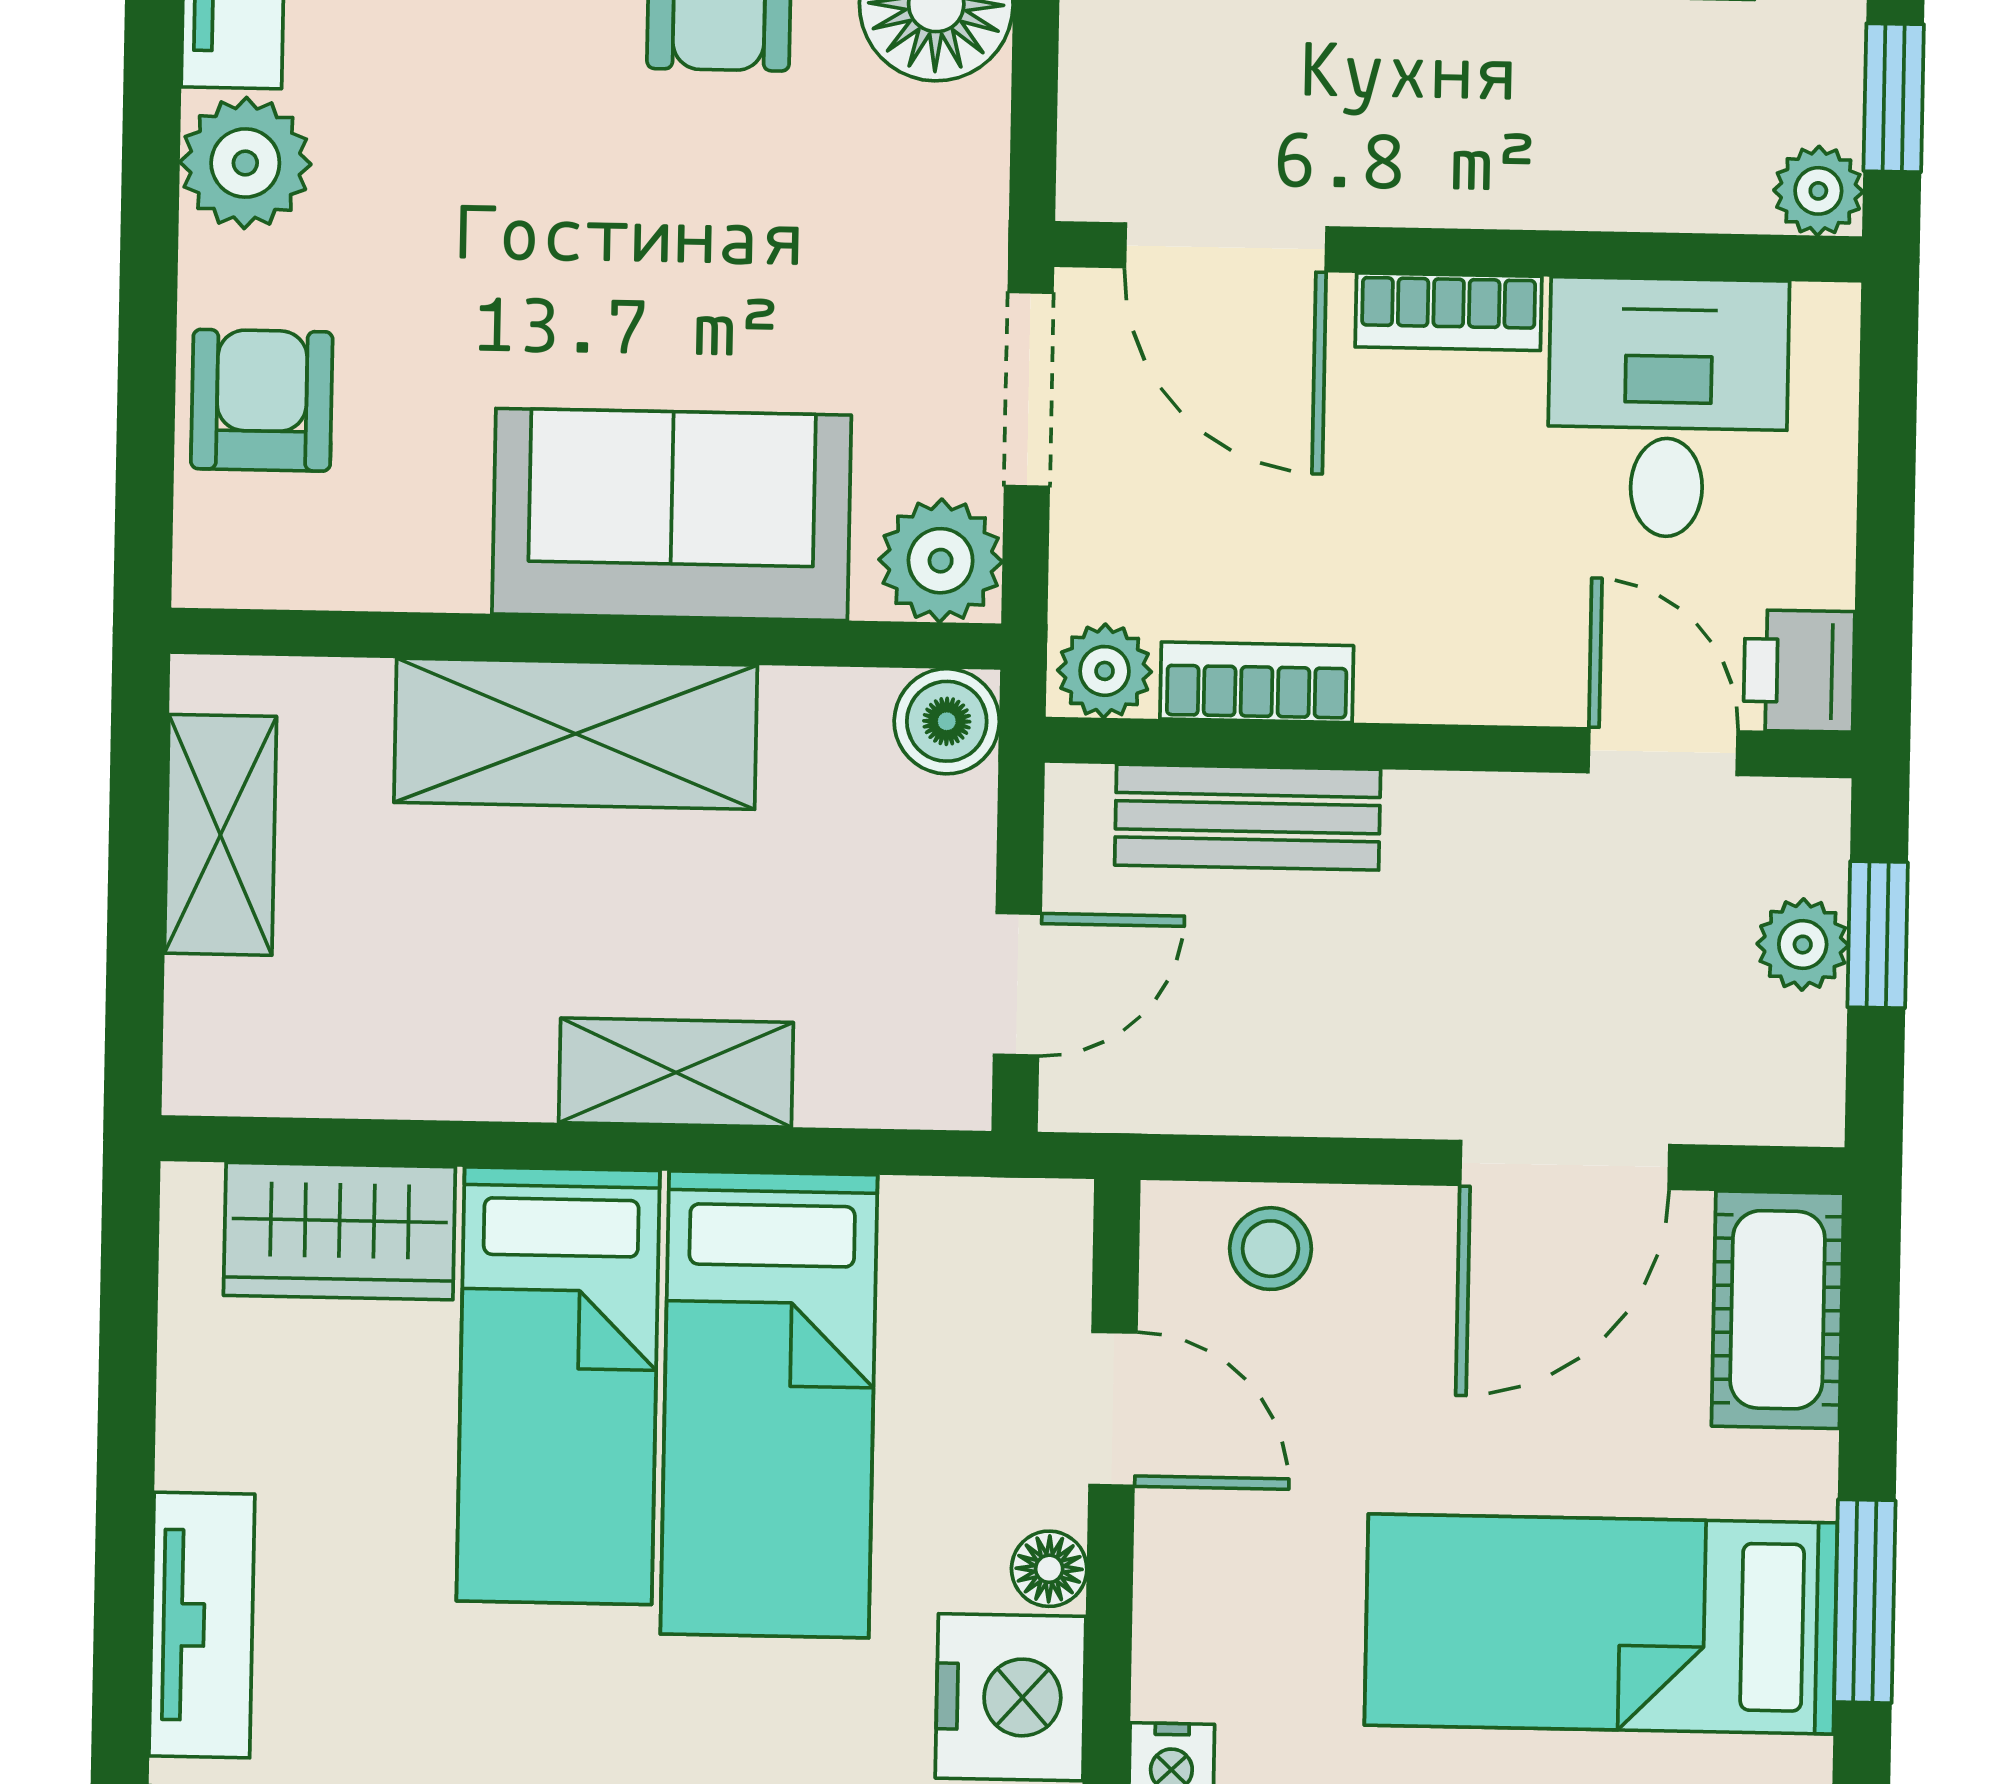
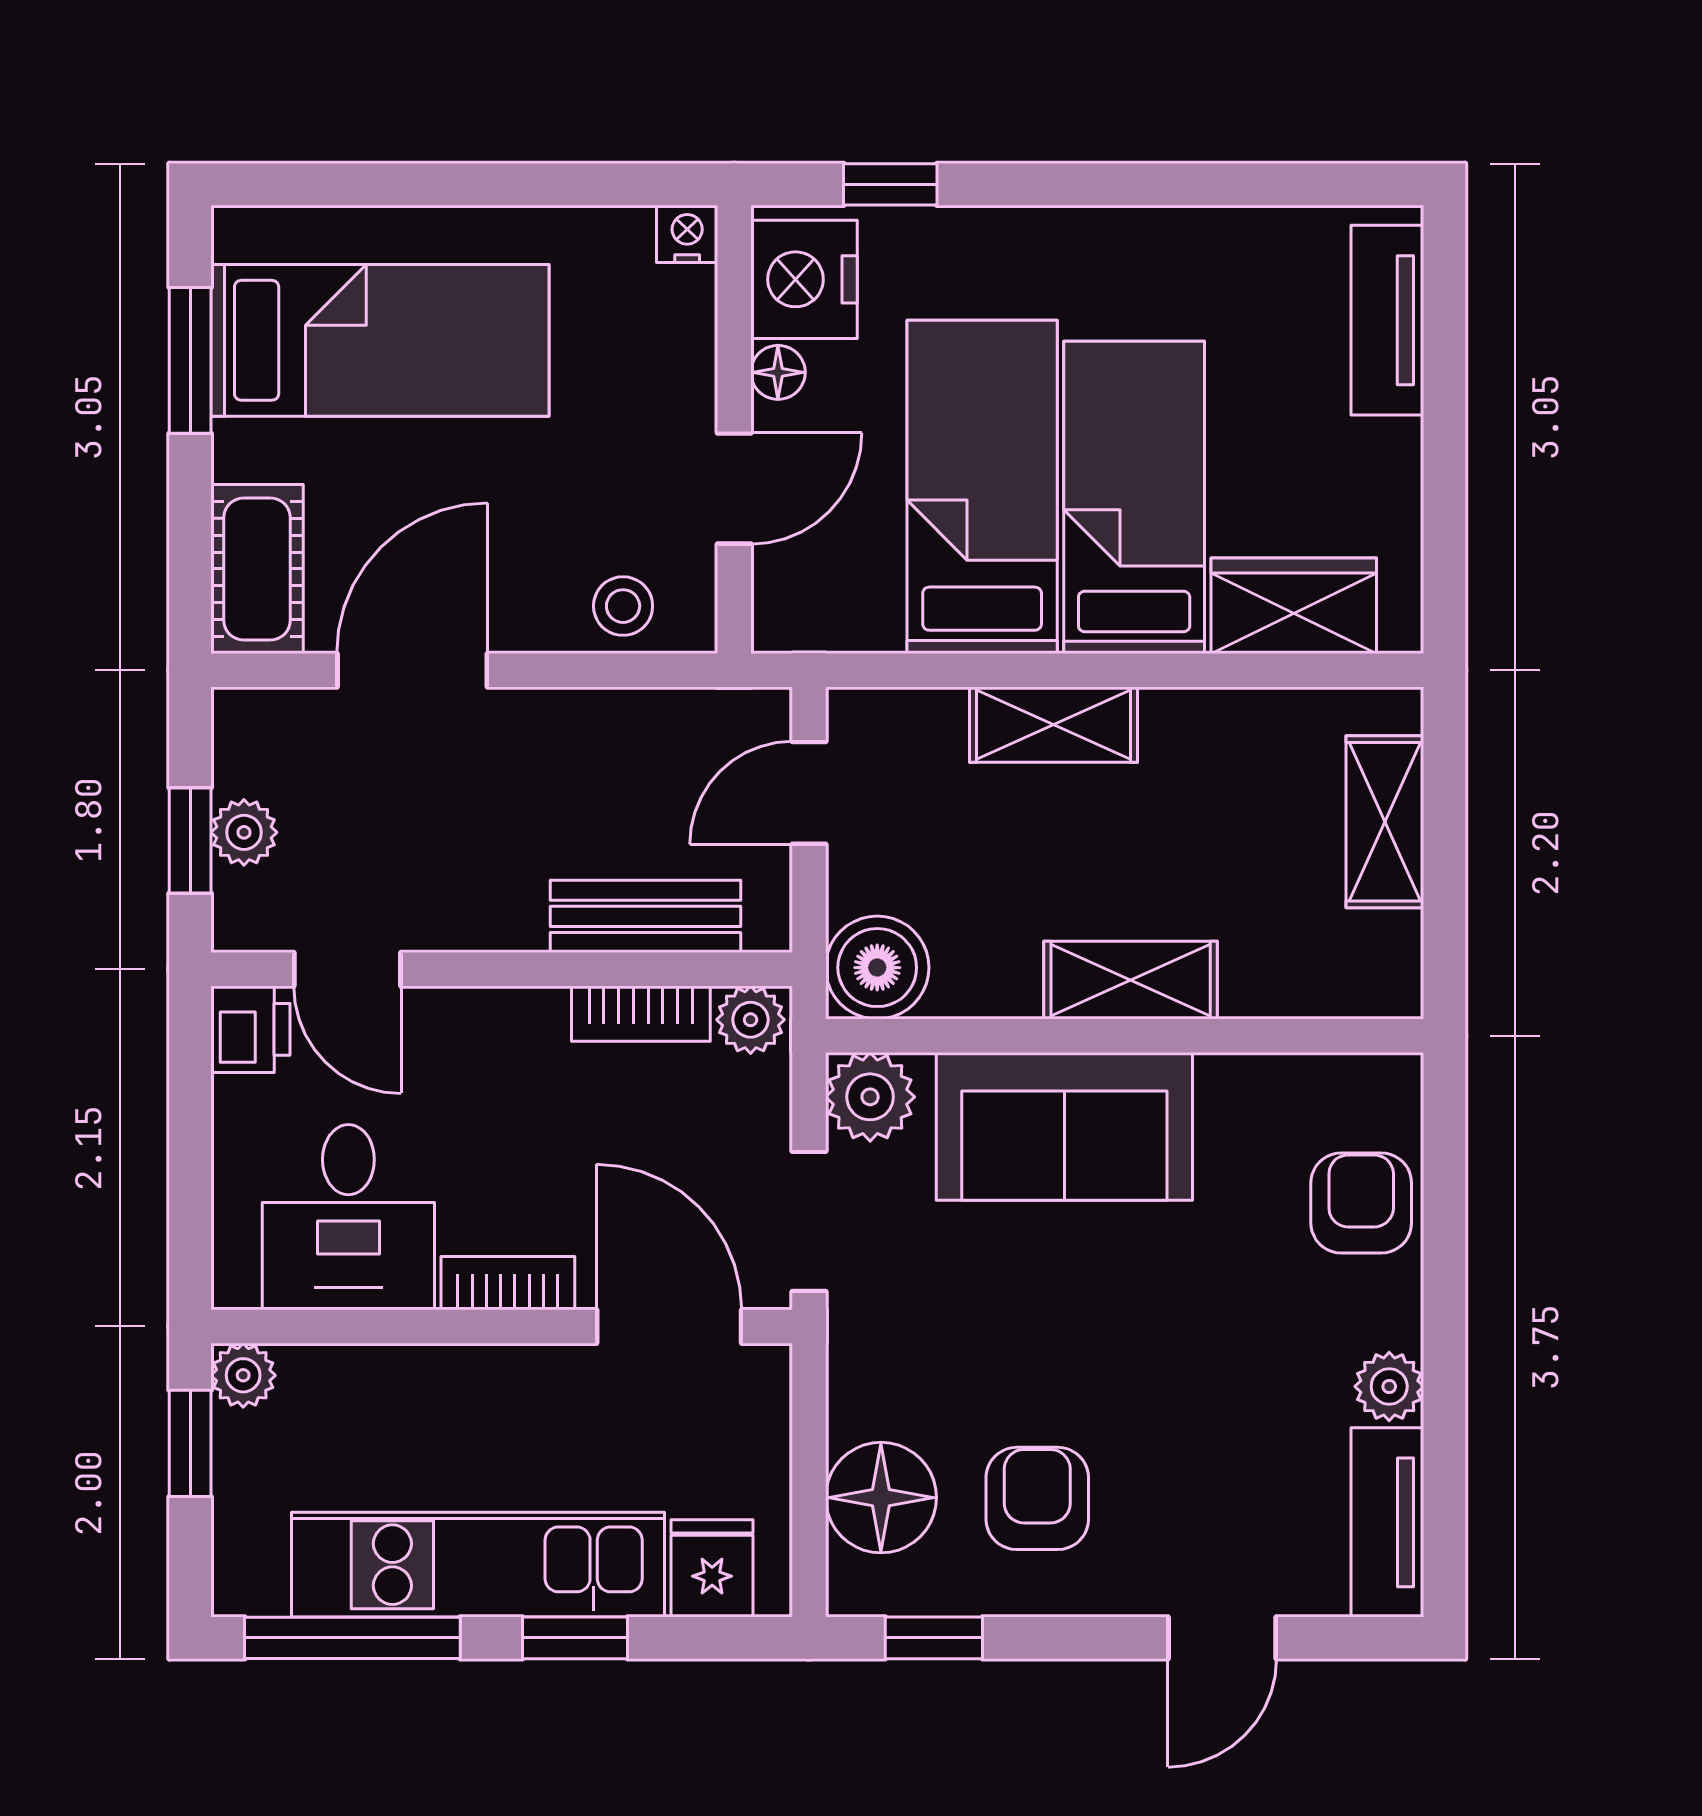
plant: (245, 163) -> (1389, 1386), width x0.73, depth x0.73
armchair: (262, 400) -> (1361, 1203), turned 180
boiler: (947, 721) -> (877, 968), width x1.36, depth x1.36
shelving: (576, 734) -> (1131, 980), width x0.67, depth x0.75
shelving: (220, 835) -> (1385, 822), moved
door: (1113, 1409) -> (734, 488), swing flipped

